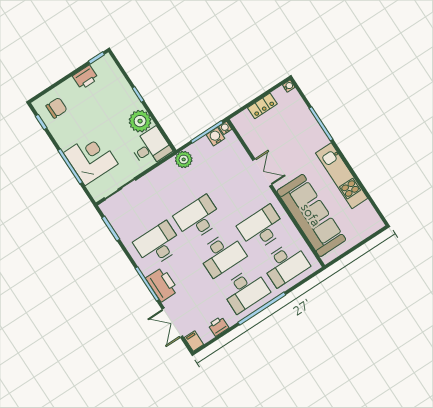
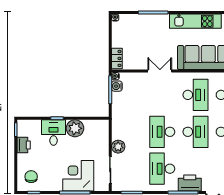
locker: (262, 106) -> (117, 58), moved
desk: (151, 147) -> (54, 133), moved
plant: (184, 159) -> (118, 147), moved
desk: (262, 228) -> (195, 95), turned 180

